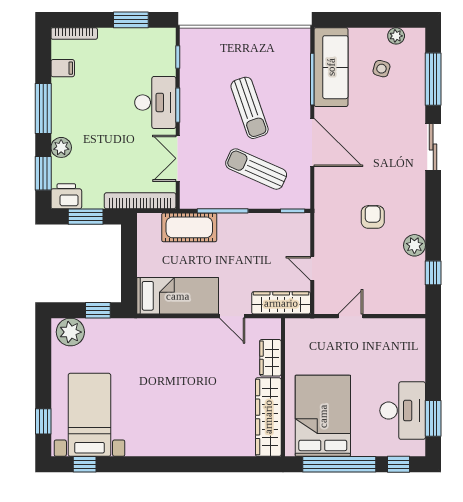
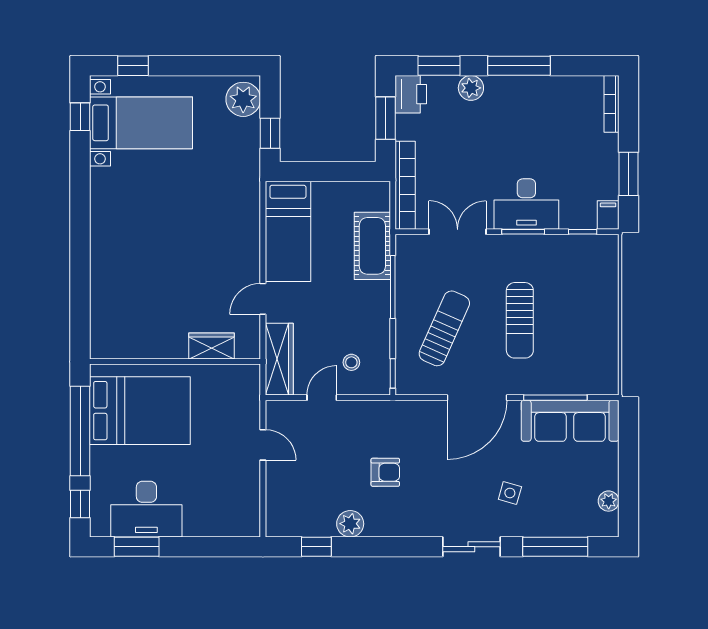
filing cabinet: (63, 68) -> (608, 215), moved, turned 180
side table: (381, 69) -> (510, 493), moved
sun lounger: (250, 108) -> (520, 320), turned -71
stool: (284, 244) -> (351, 362), added
wardrobe: (268, 417) -> (138, 343), removed

